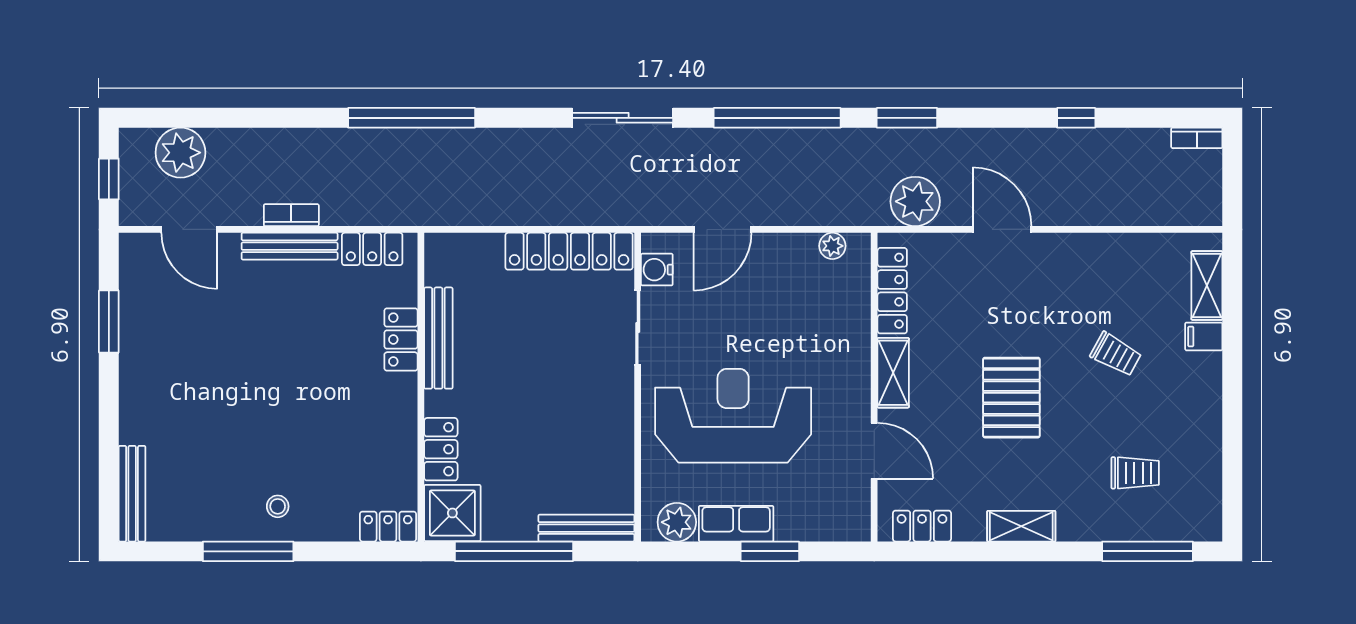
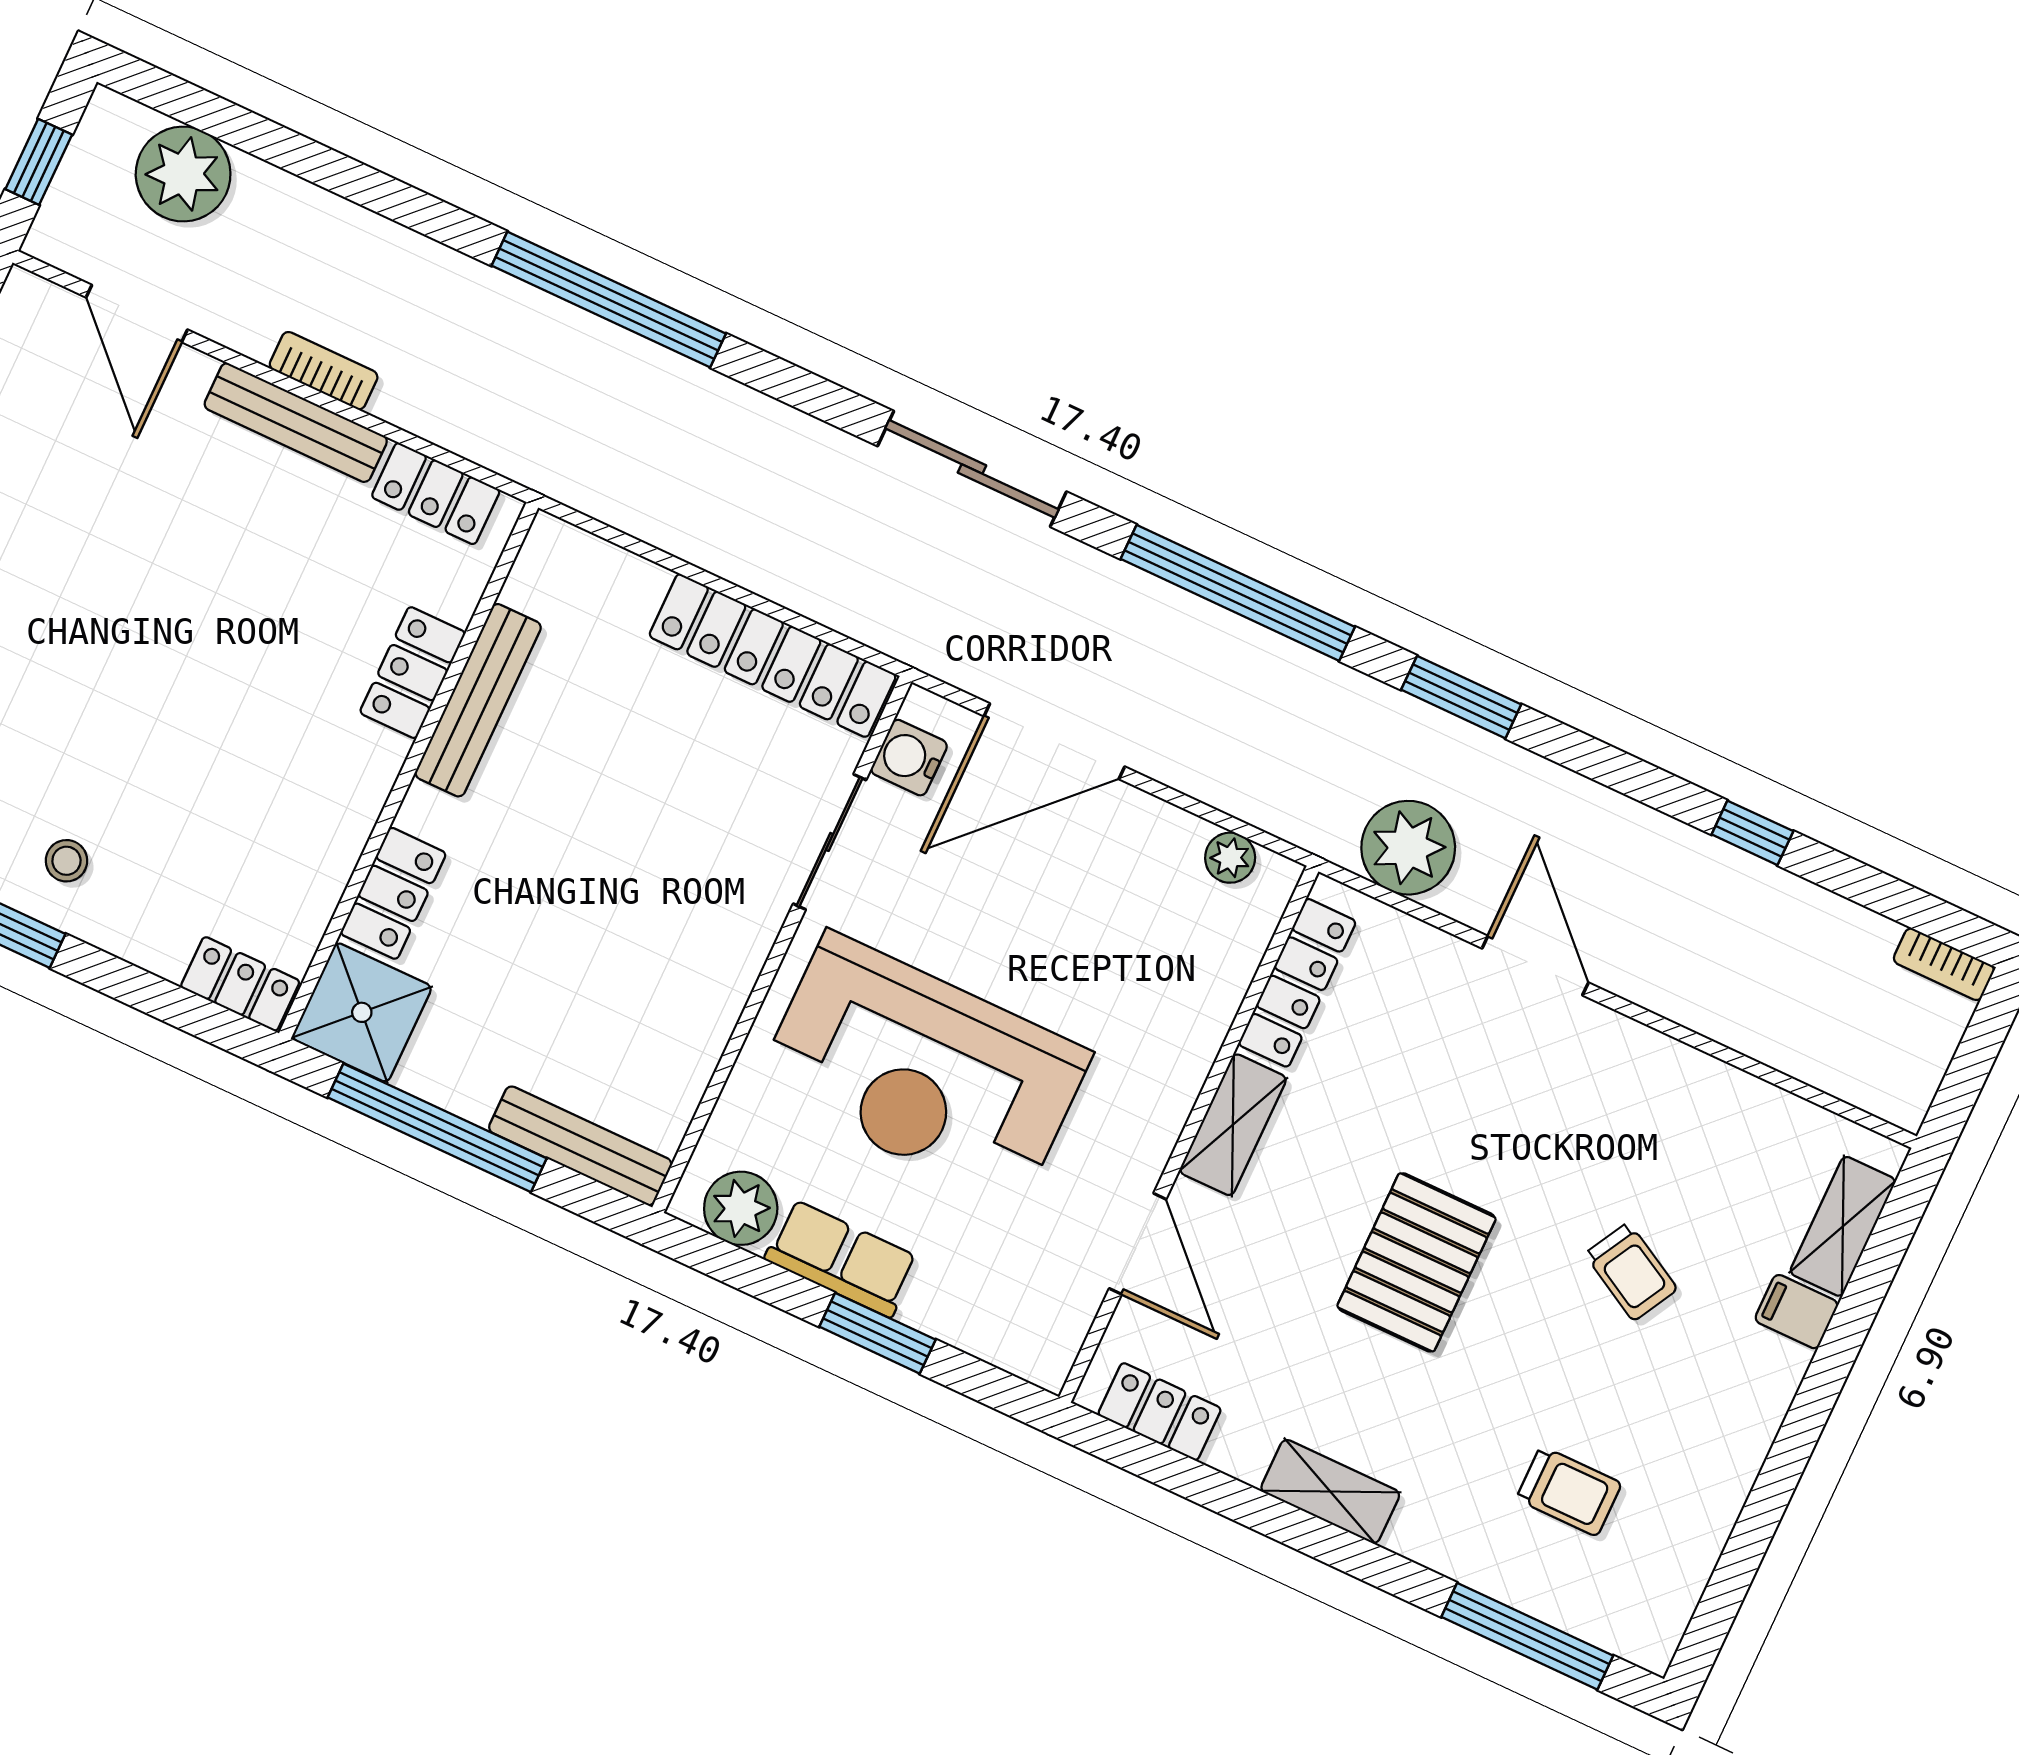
door: (723, 229) -> (1054, 741), width x1.36
reception desk: (733, 416) -> (923, 1070), turned 180

